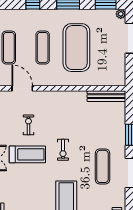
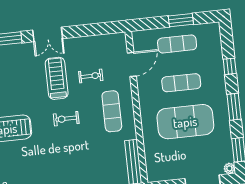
treadmill: (27, 154) -> (57, 78), turned 180
exercise mat: (103, 166) -> (112, 111), moved, turned 90

